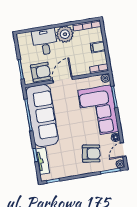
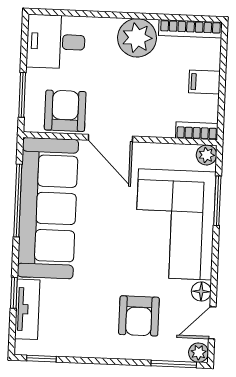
desk: (45, 42) -> (56, 42), moved, turned -90
armchair: (41, 72) -> (65, 111), turned -89
door: (63, 80) -> (110, 138), swing flipped
armchair: (91, 154) -> (139, 316), turned 81

